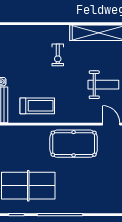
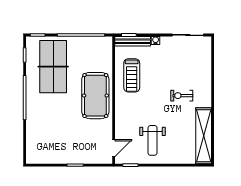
pool table: (74, 144) -> (95, 96), moved

